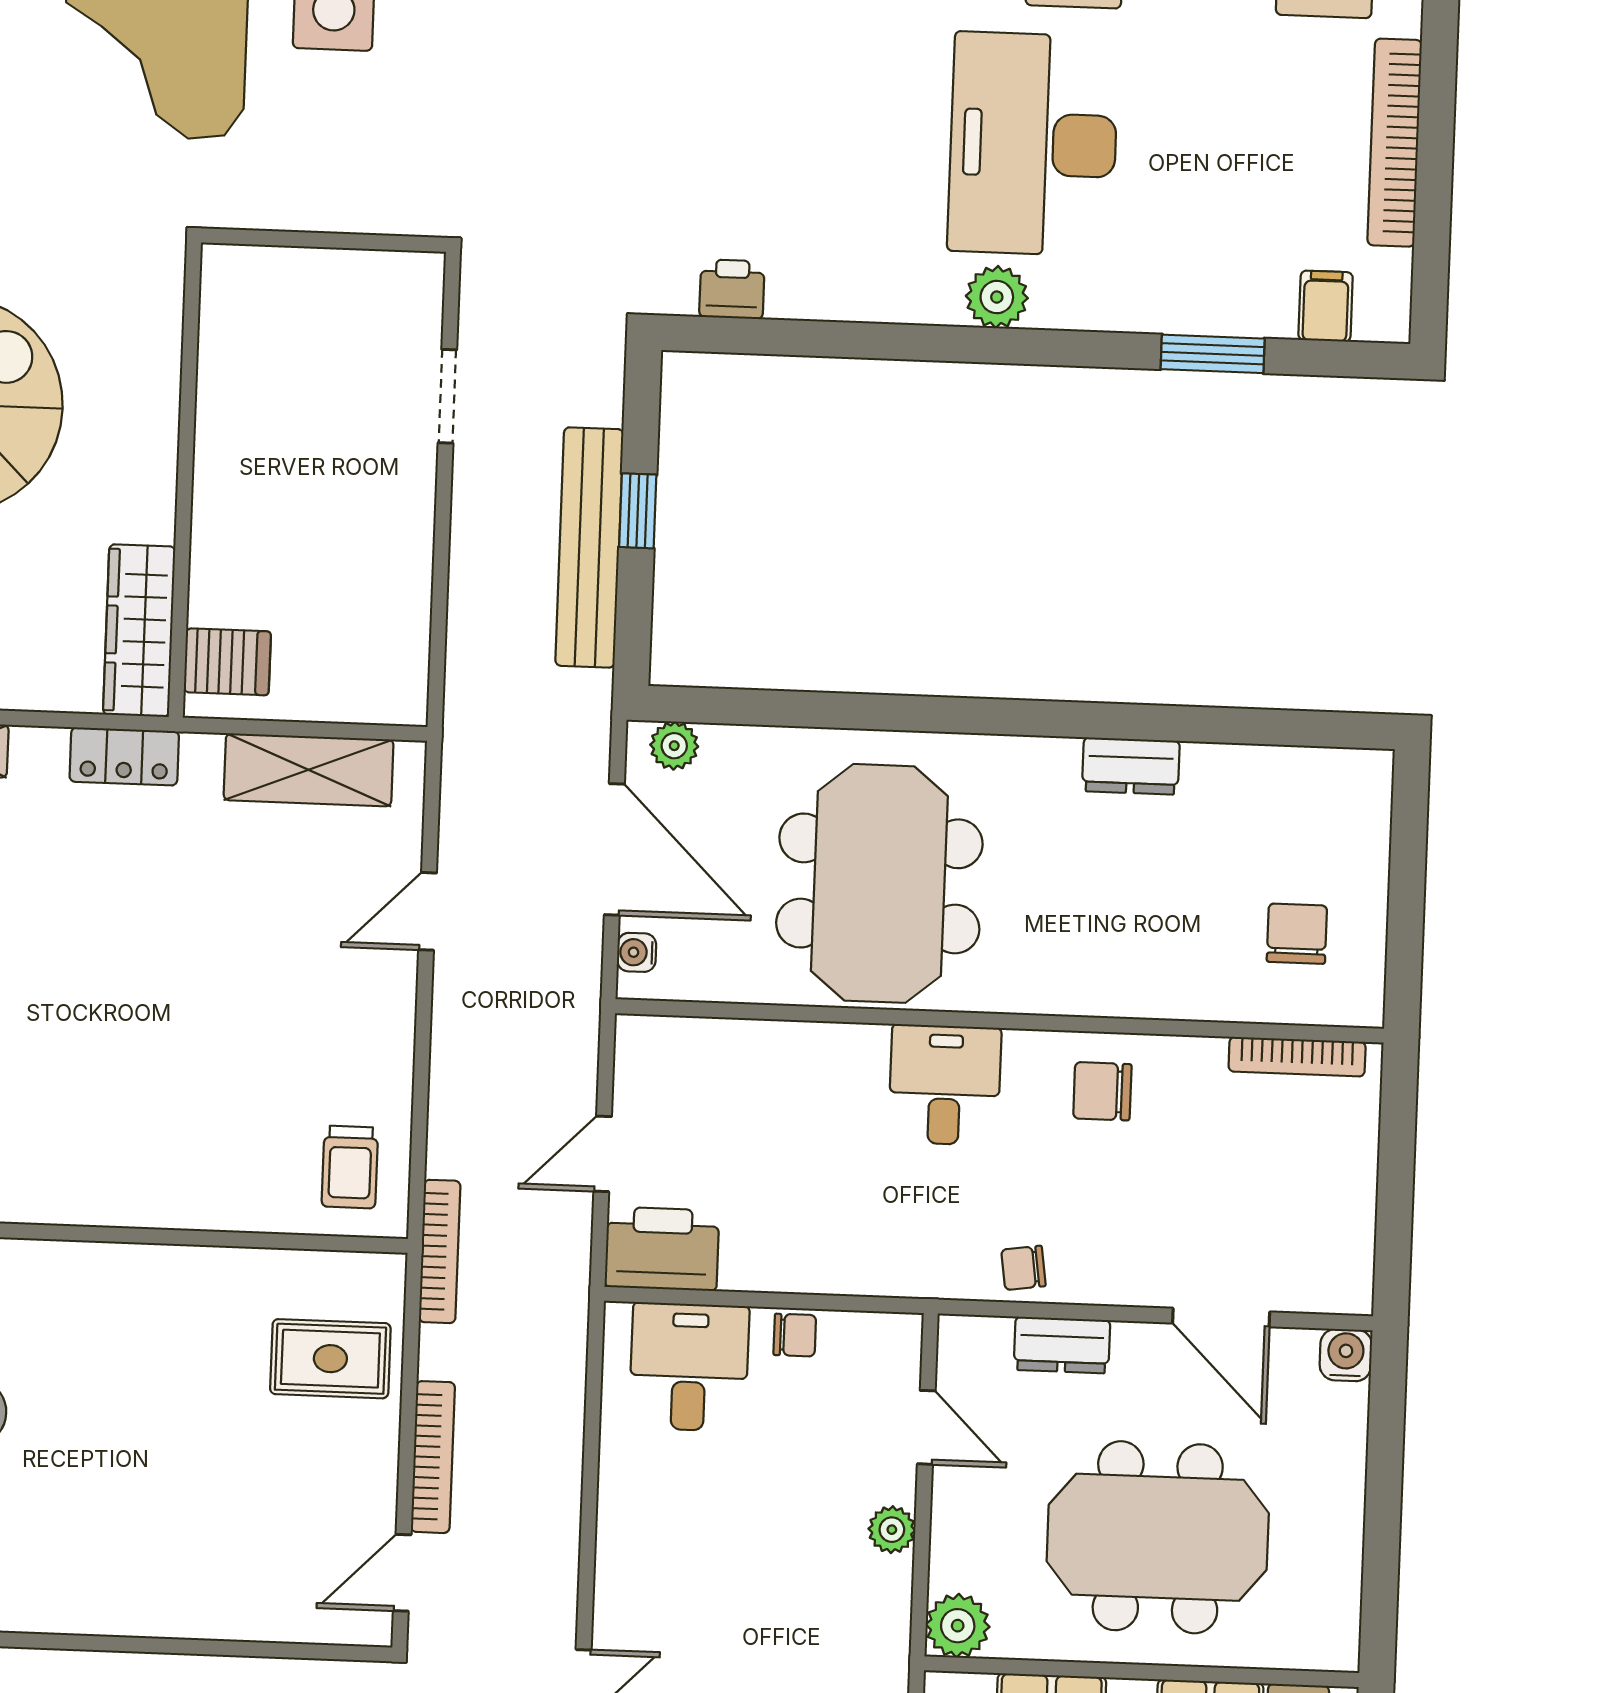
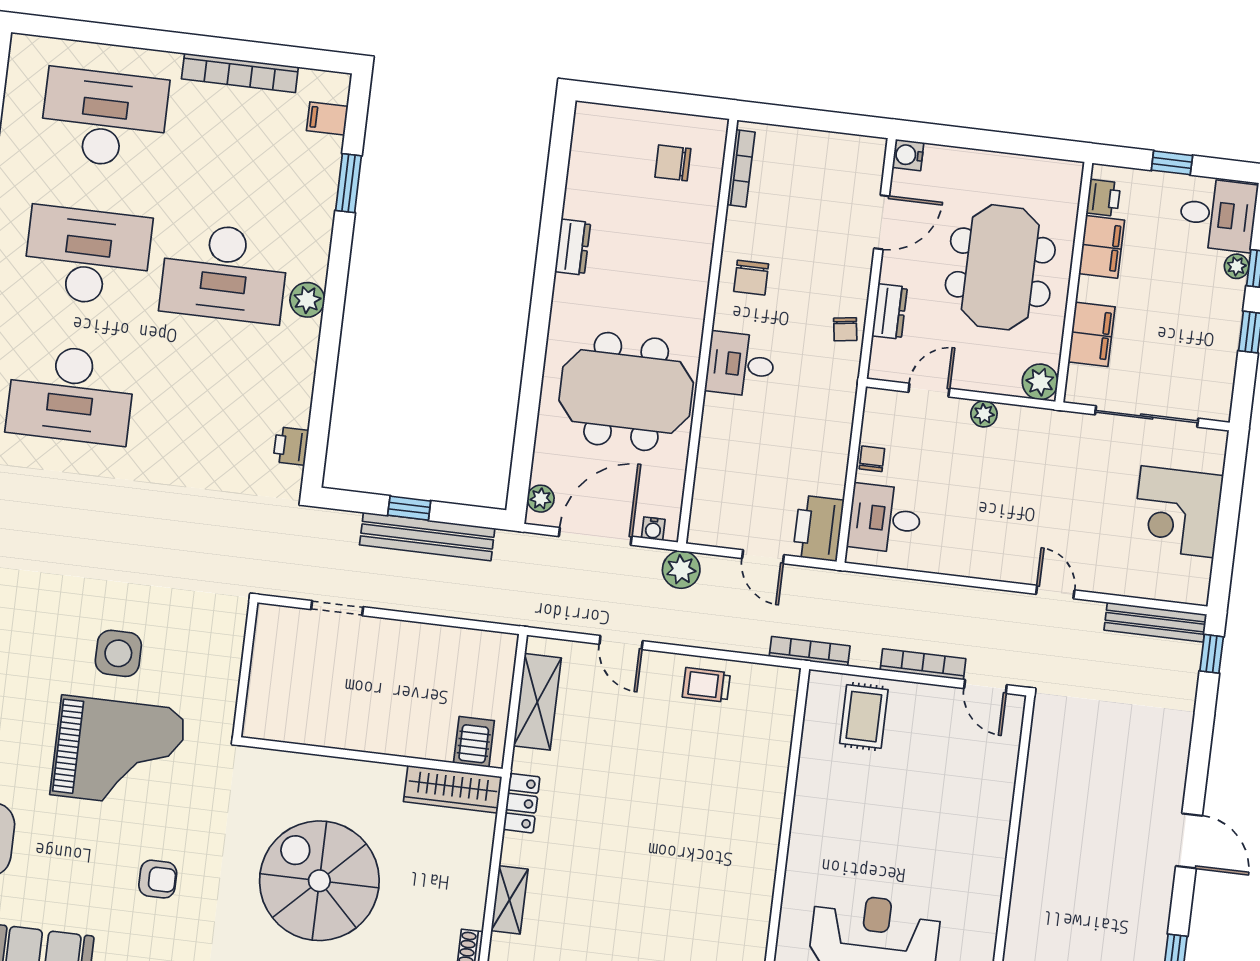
plant: (567, 1009) -> (681, 570), added
trolley: (350, 1167) -> (706, 685), moved, turned 180

